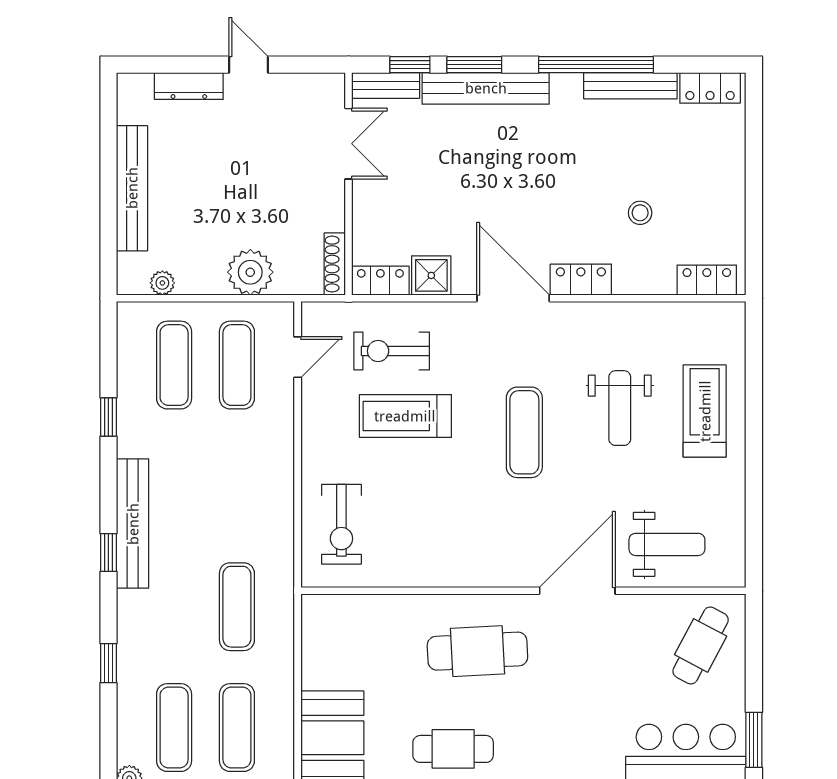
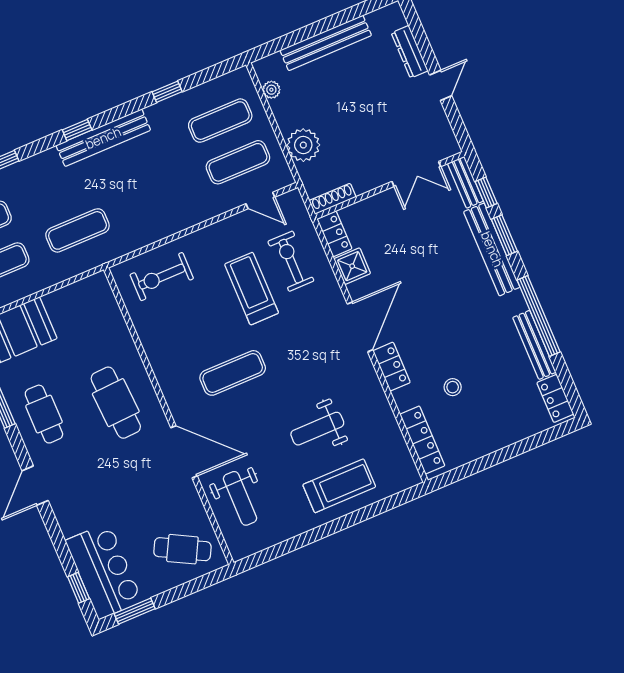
locker: (707, 280) -> (422, 440), width x1.53
exercise mat: (524, 432) -> (233, 373), moved

